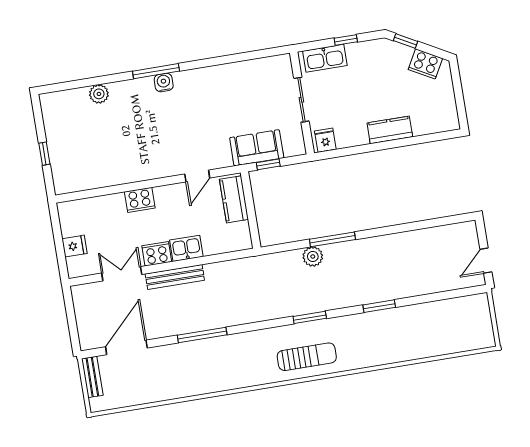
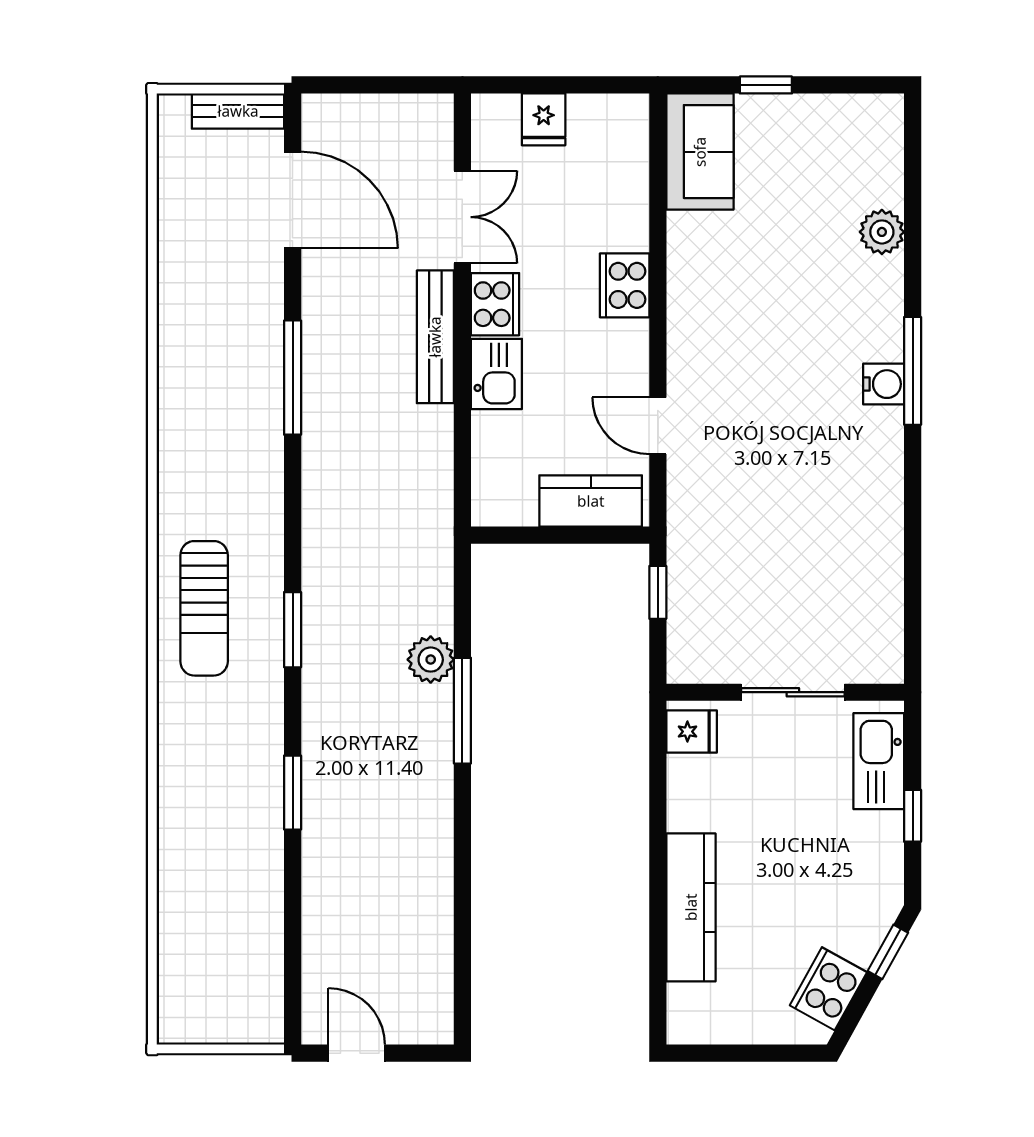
kitchen counter: (390, 130) -> (691, 907), width x1.50
sofa: (257, 148) -> (700, 152), moved

